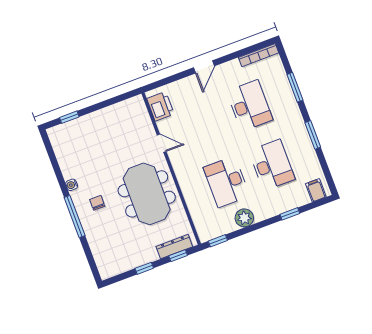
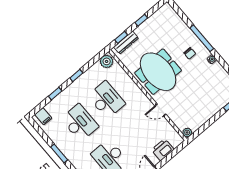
plant: (138, 102) -> (187, 132), added
printer: (160, 106) -> (163, 150), moved, turned 90
desk: (272, 165) -> (80, 123), turned 180
plant: (244, 218) -> (107, 61), moved
window: (218, 241) -> (76, 76), moved

